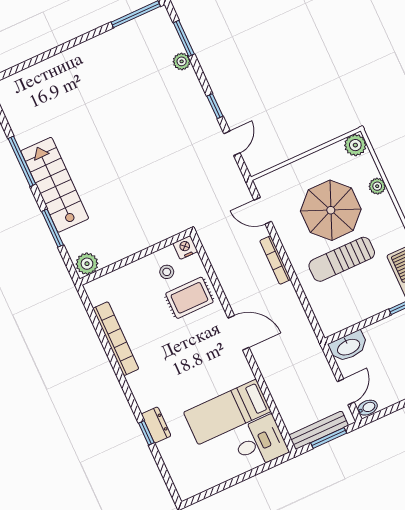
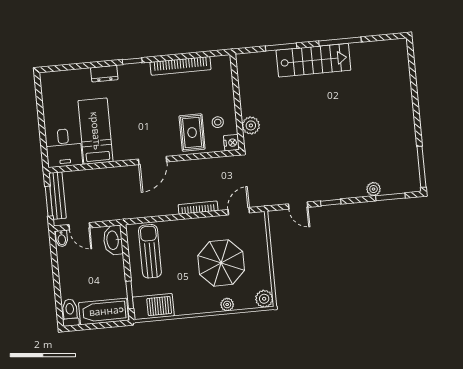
sun lounger: (342, 259) -> (150, 251), moved
plant: (87, 264) -> (251, 125), moved
window: (146, 433) -> (132, 61), moved

